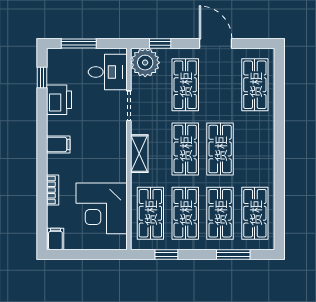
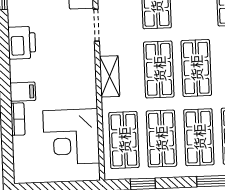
printer: (59, 100) -> (22, 43), moved
filing cabinet: (58, 144) -> (23, 92), moved
filing cabinet: (55, 239) -> (23, 172), removed

